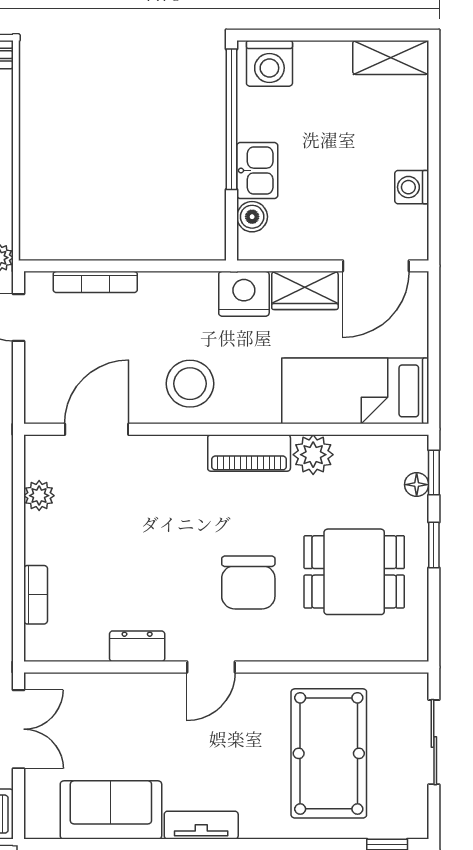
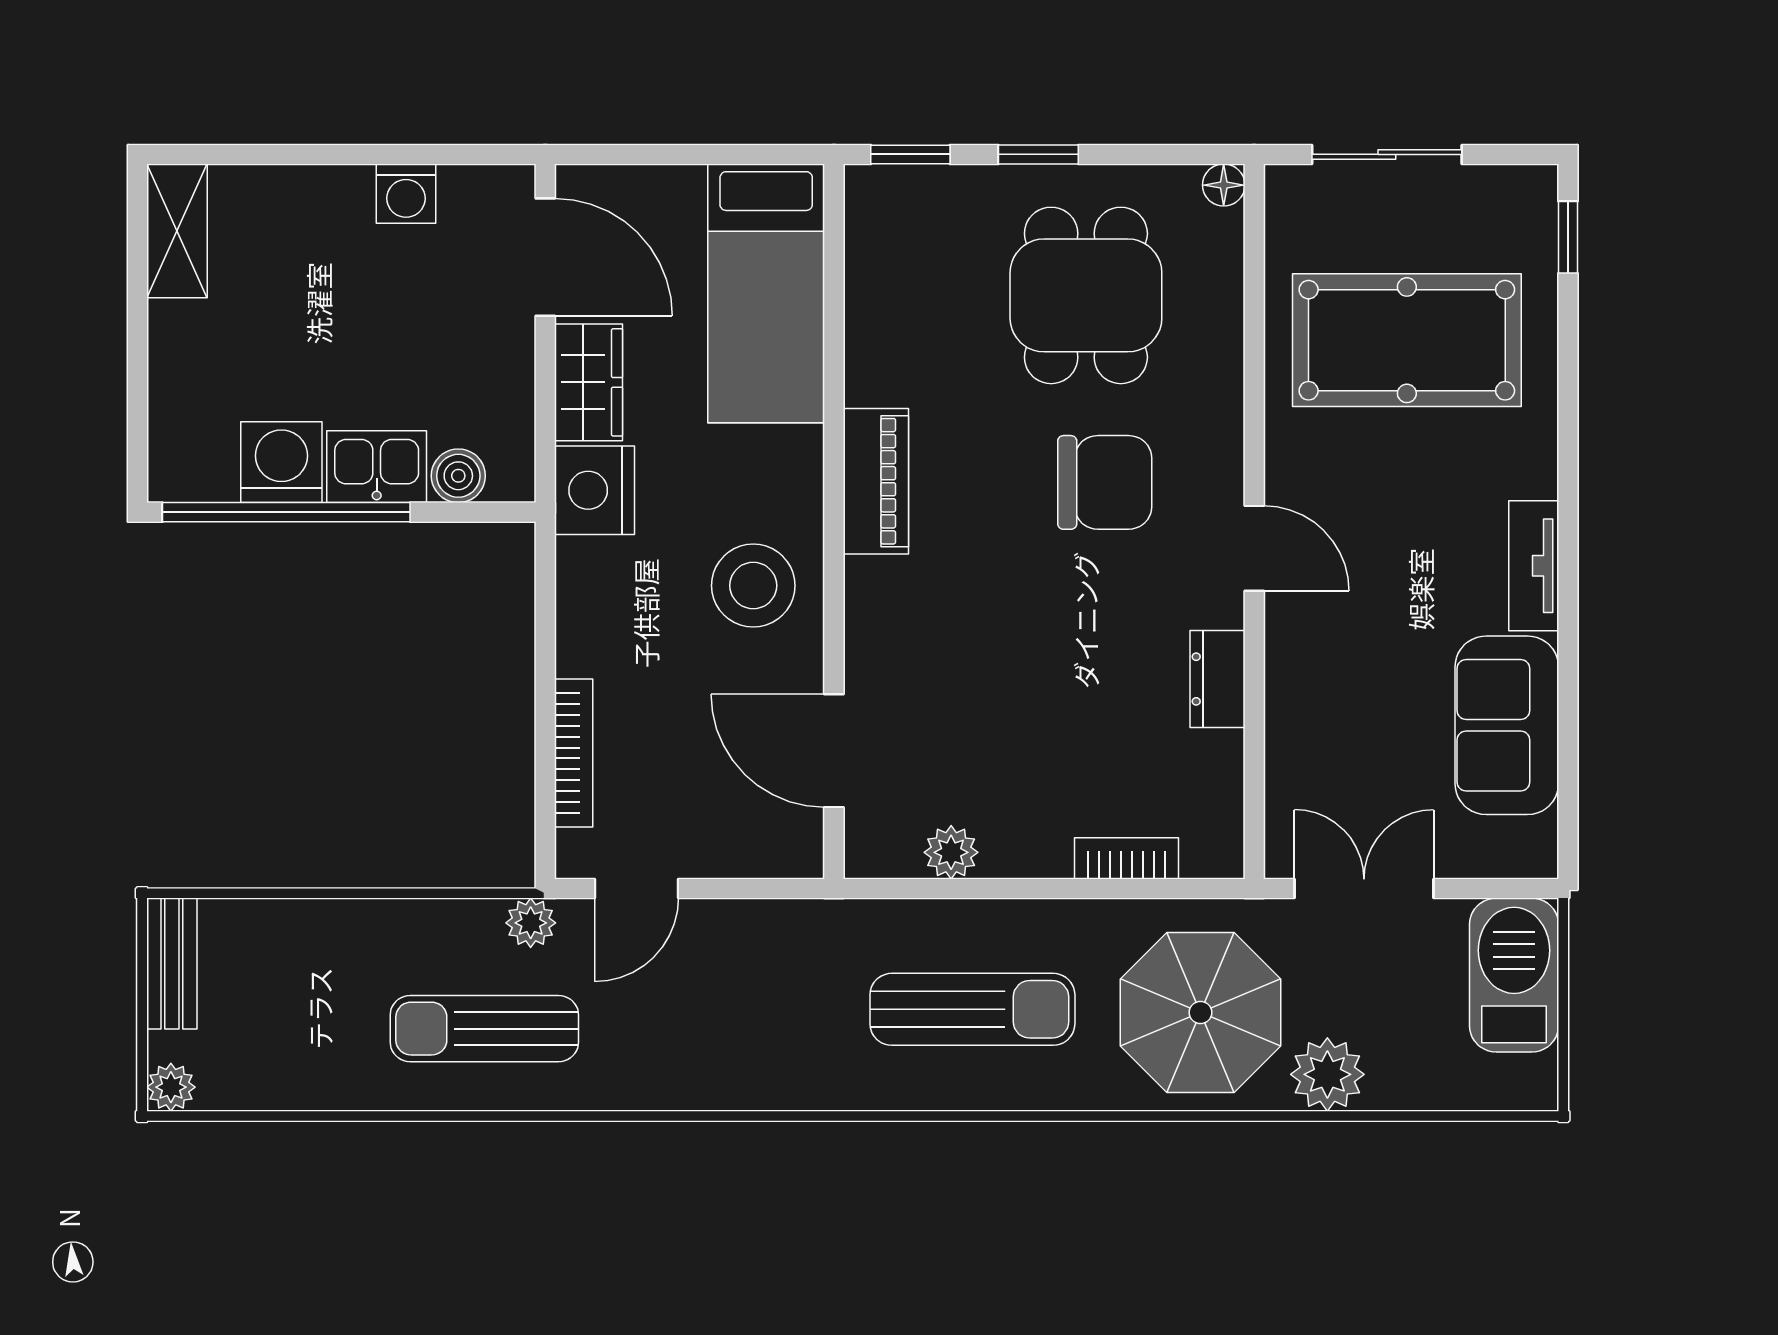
washing machine: (269, 63) -> (281, 462), moved, turned -90
plant: (313, 455) -> (879, 368), removed
floor lamp: (417, 485) -> (1224, 185), moved

